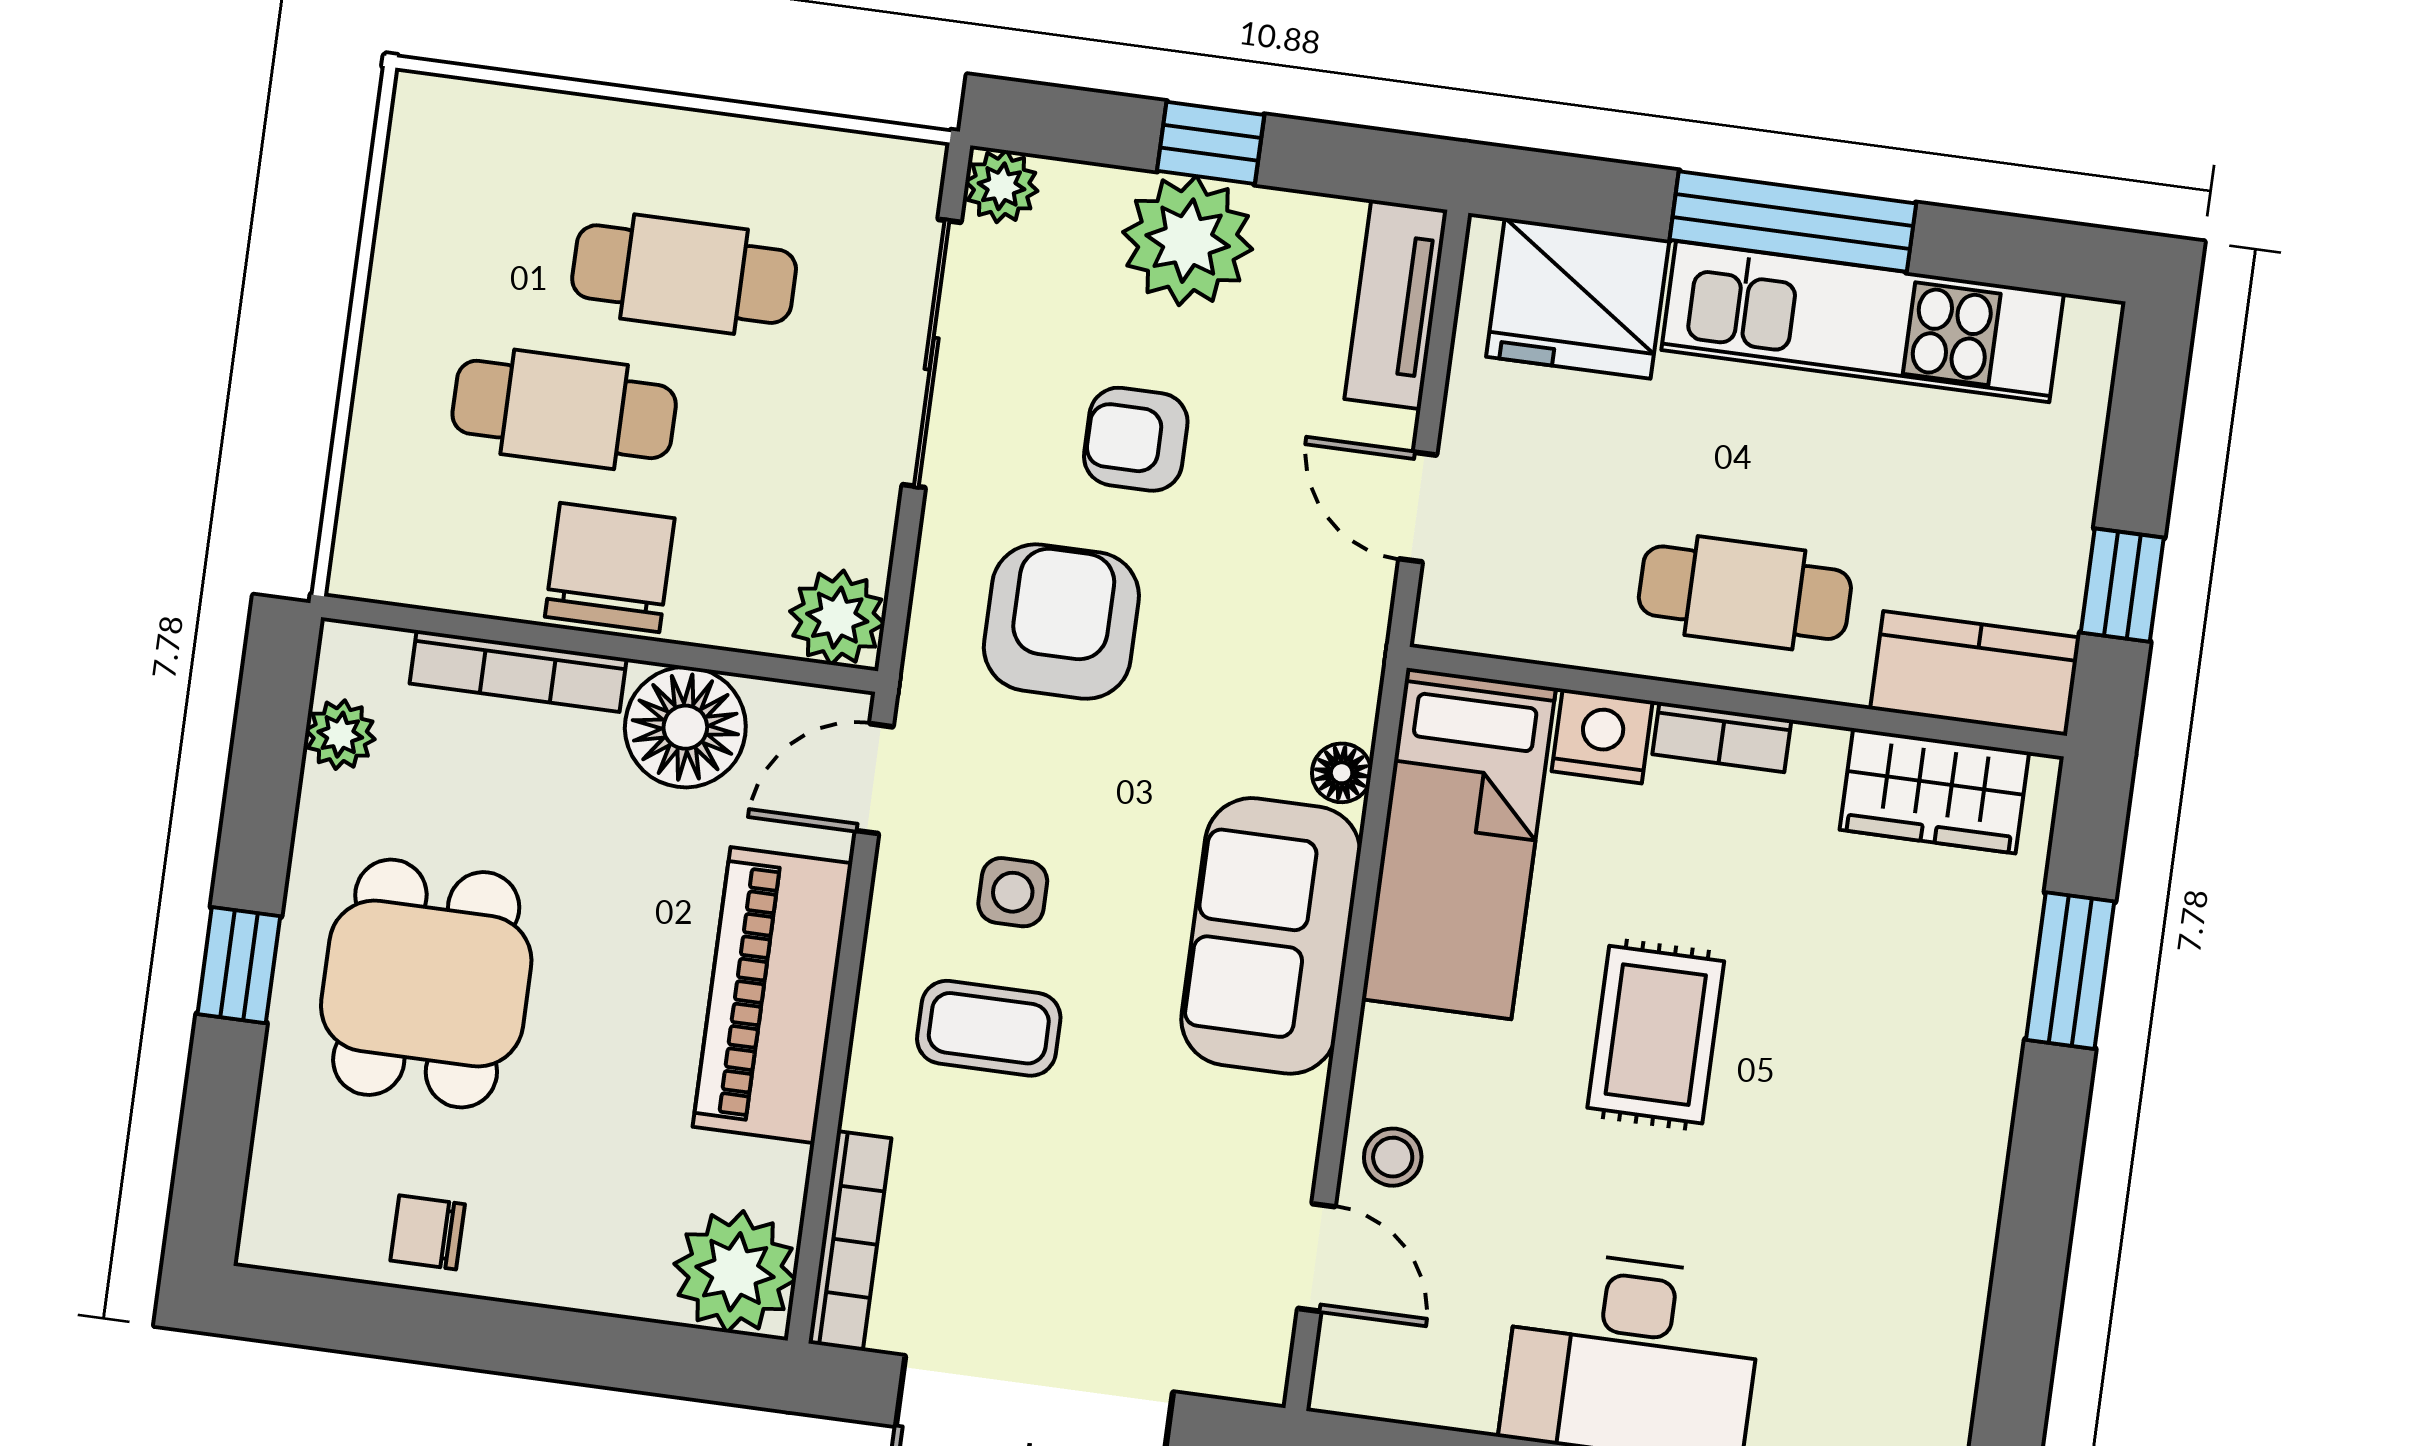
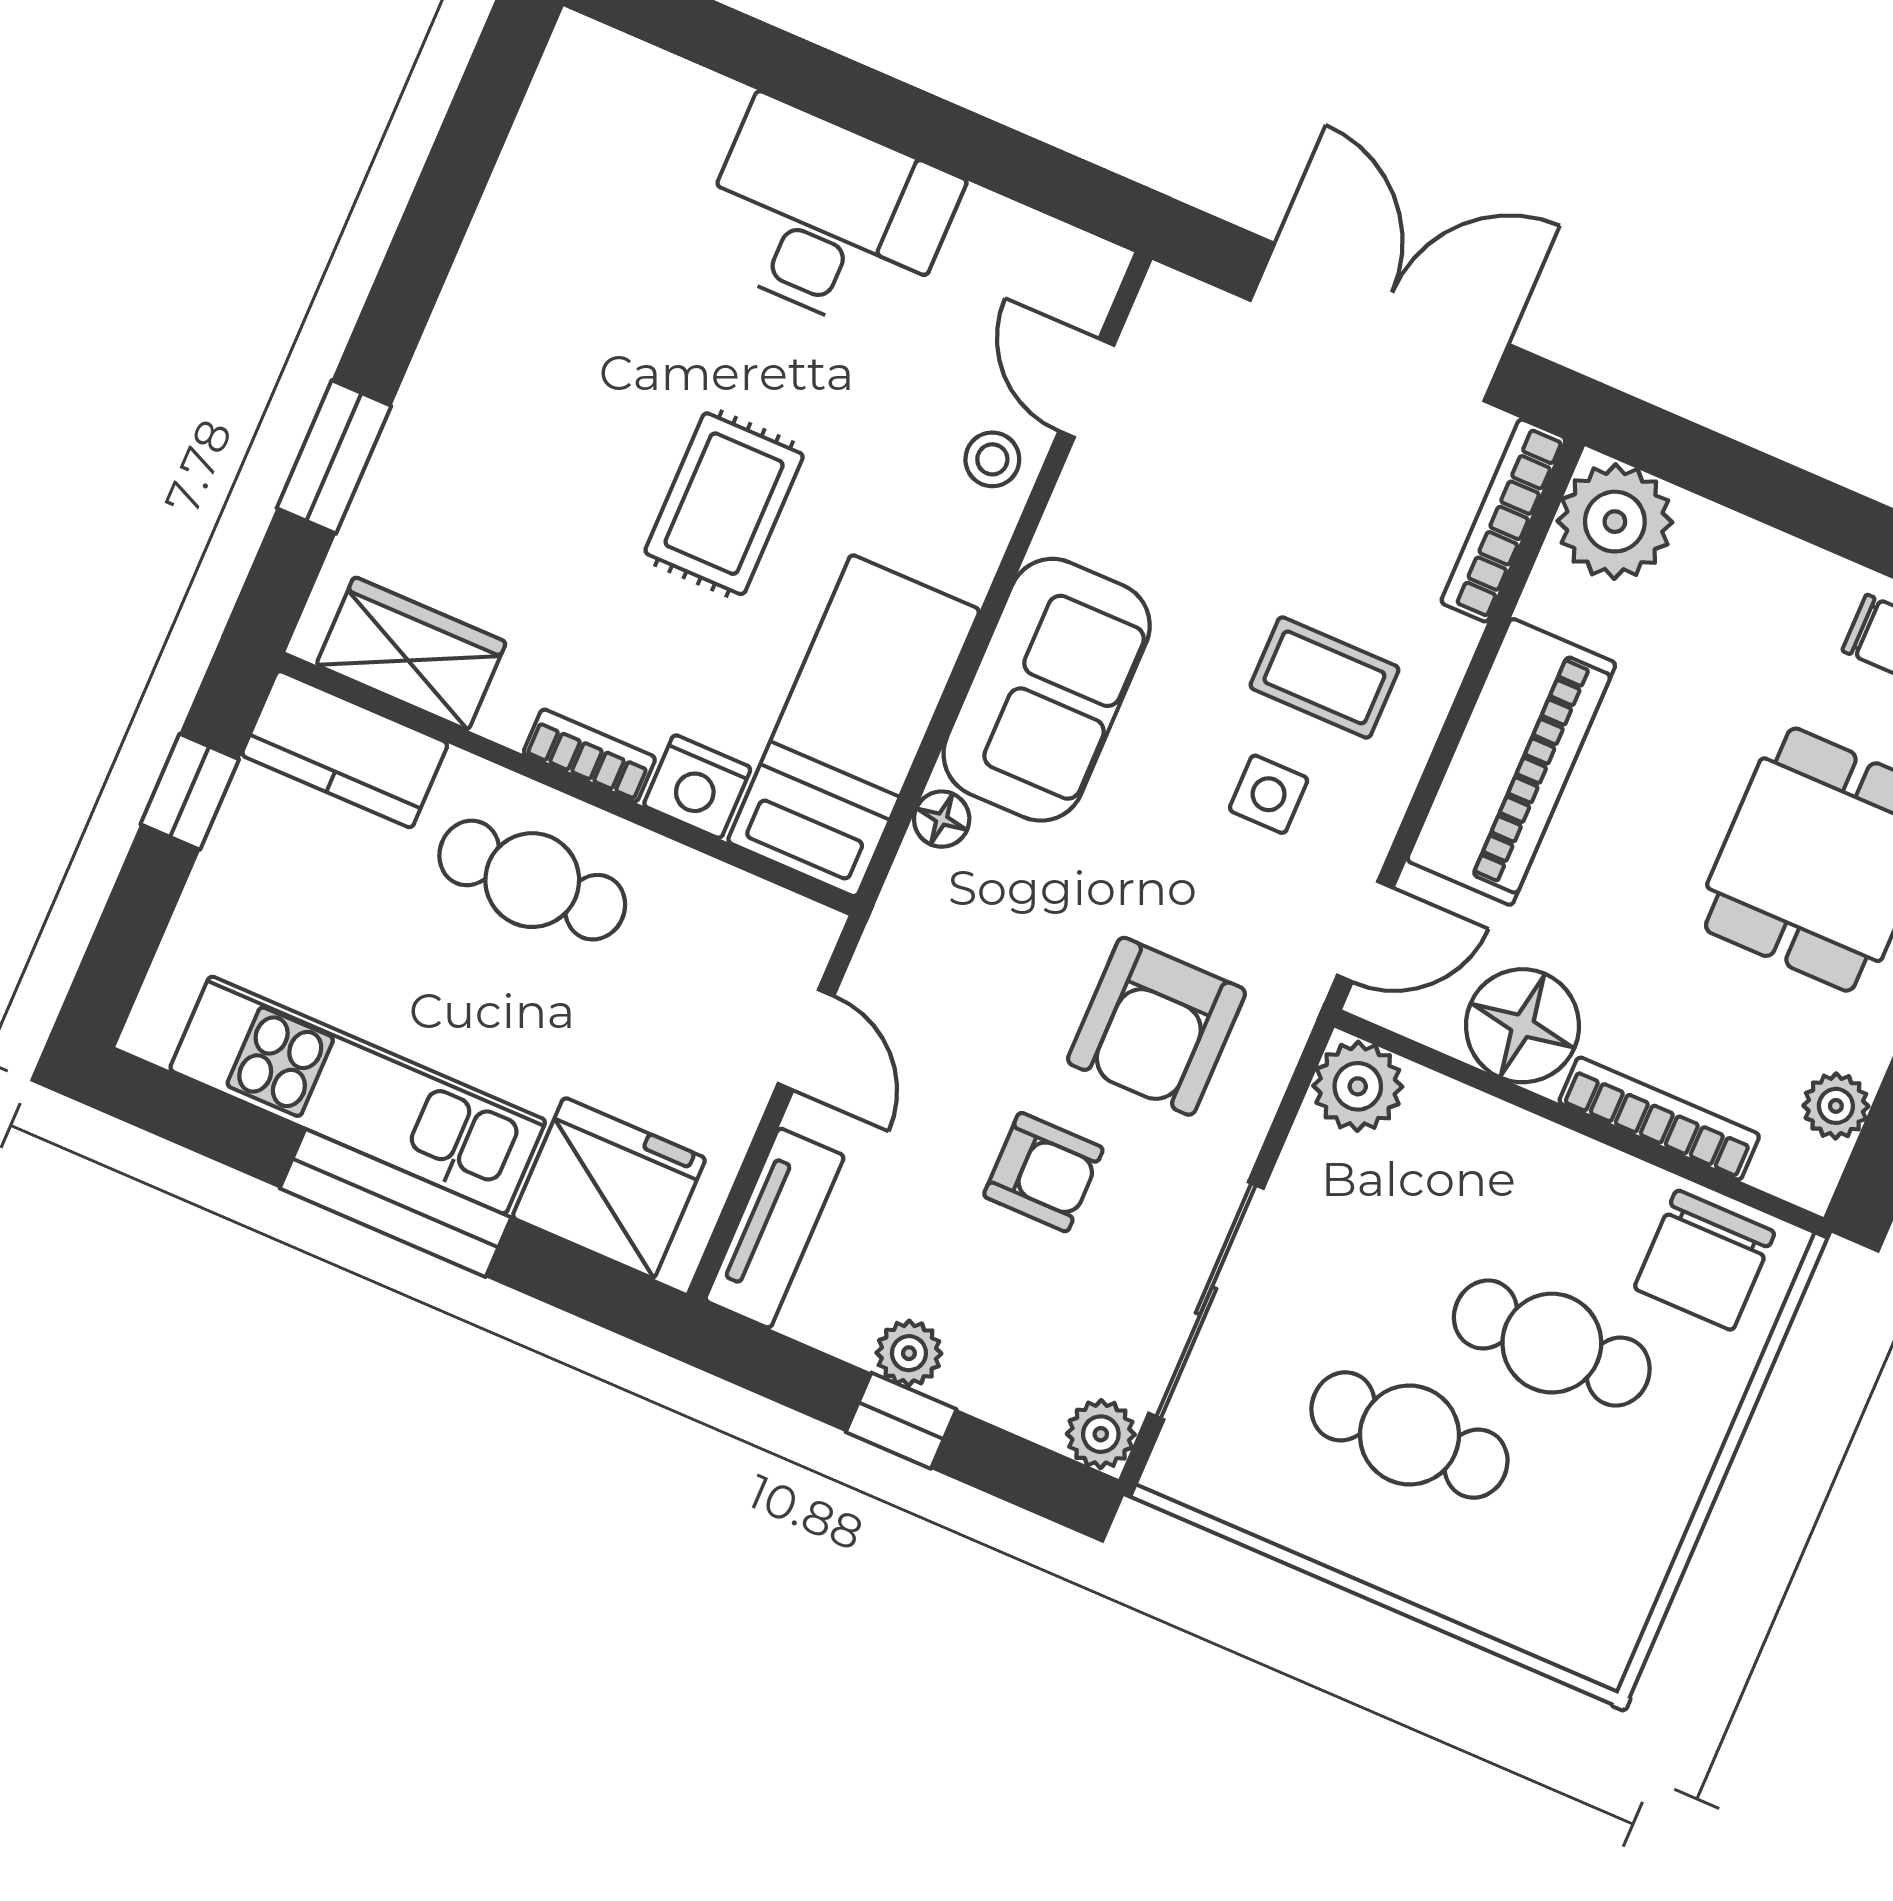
plant: (1188, 241) -> (909, 1353), width x0.53, depth x0.53
chair: (610, 567) -> (1705, 1260), moved

